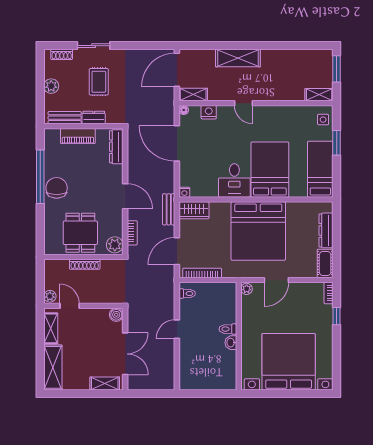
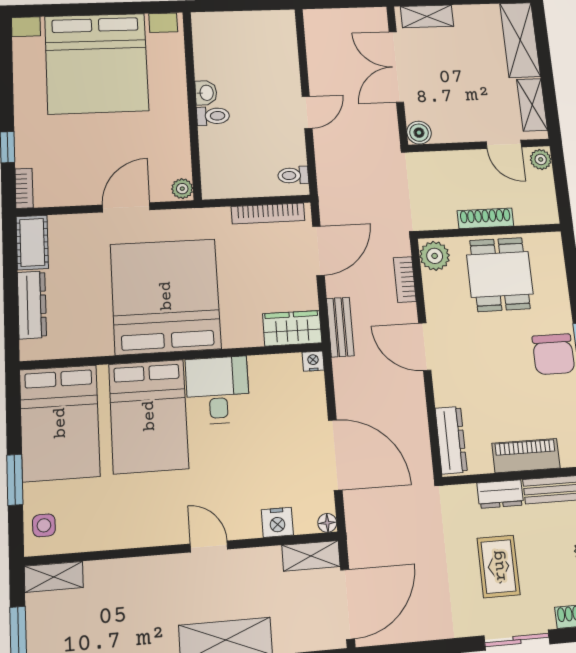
bed: (320, 169) -> (60, 423), width x1.50

